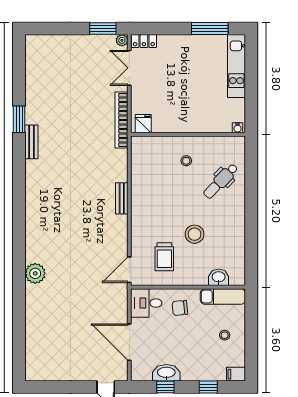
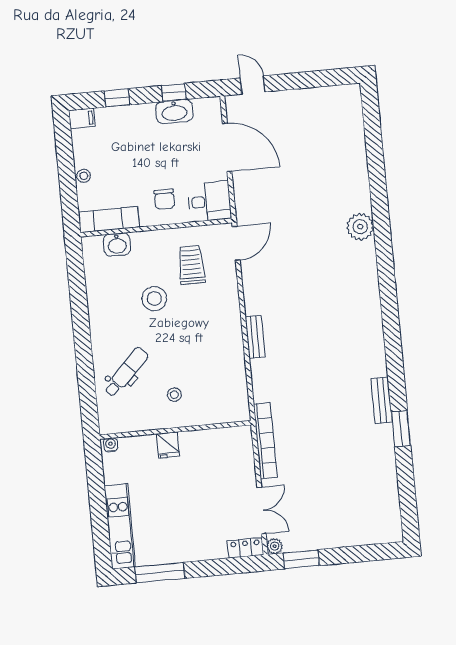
fridge: (143, 124) -> (168, 445), moved
chair: (180, 308) -> (164, 199), turned 96
stool: (225, 335) -> (84, 176), moved

